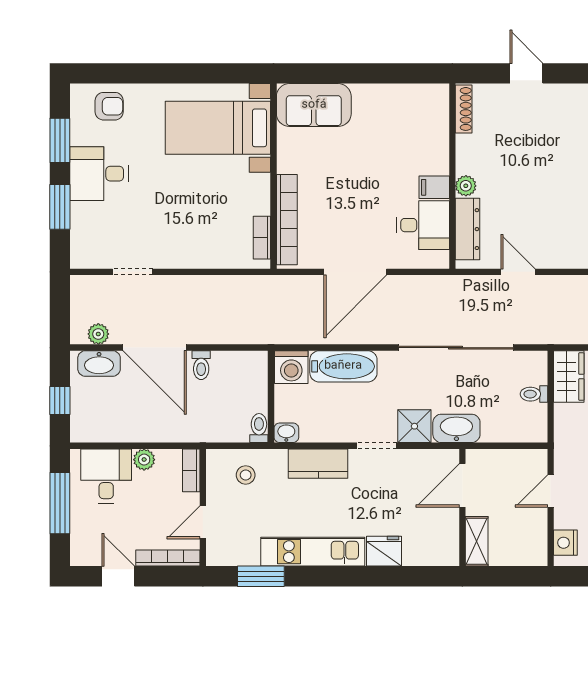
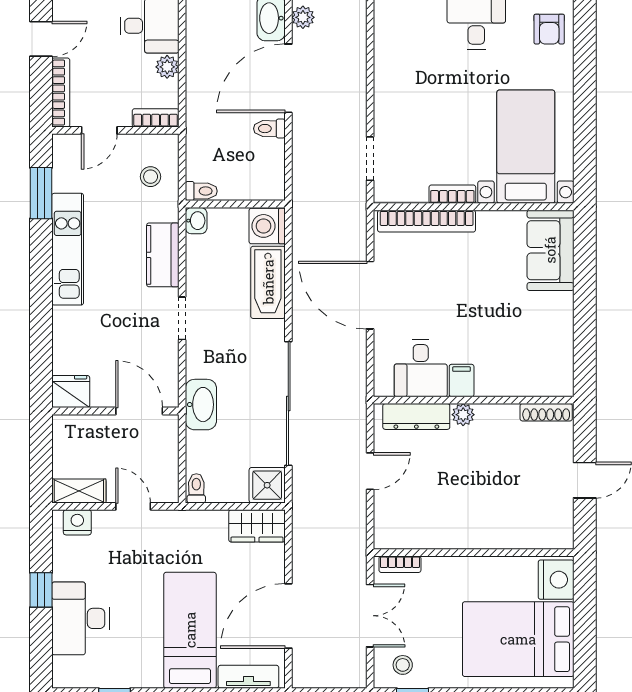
bookcase: (262, 238) -> (452, 194), moved
doorway: (133, 272) -> (370, 159), moved
toilet: (534, 394) -> (196, 488), moved
shower: (414, 426) -> (267, 485), moved
door: (203, 522) -> (99, 130), swing flipped
shelving: (477, 541) -> (79, 491), moved
fridge: (384, 551) -> (71, 392), moved, turned -90

